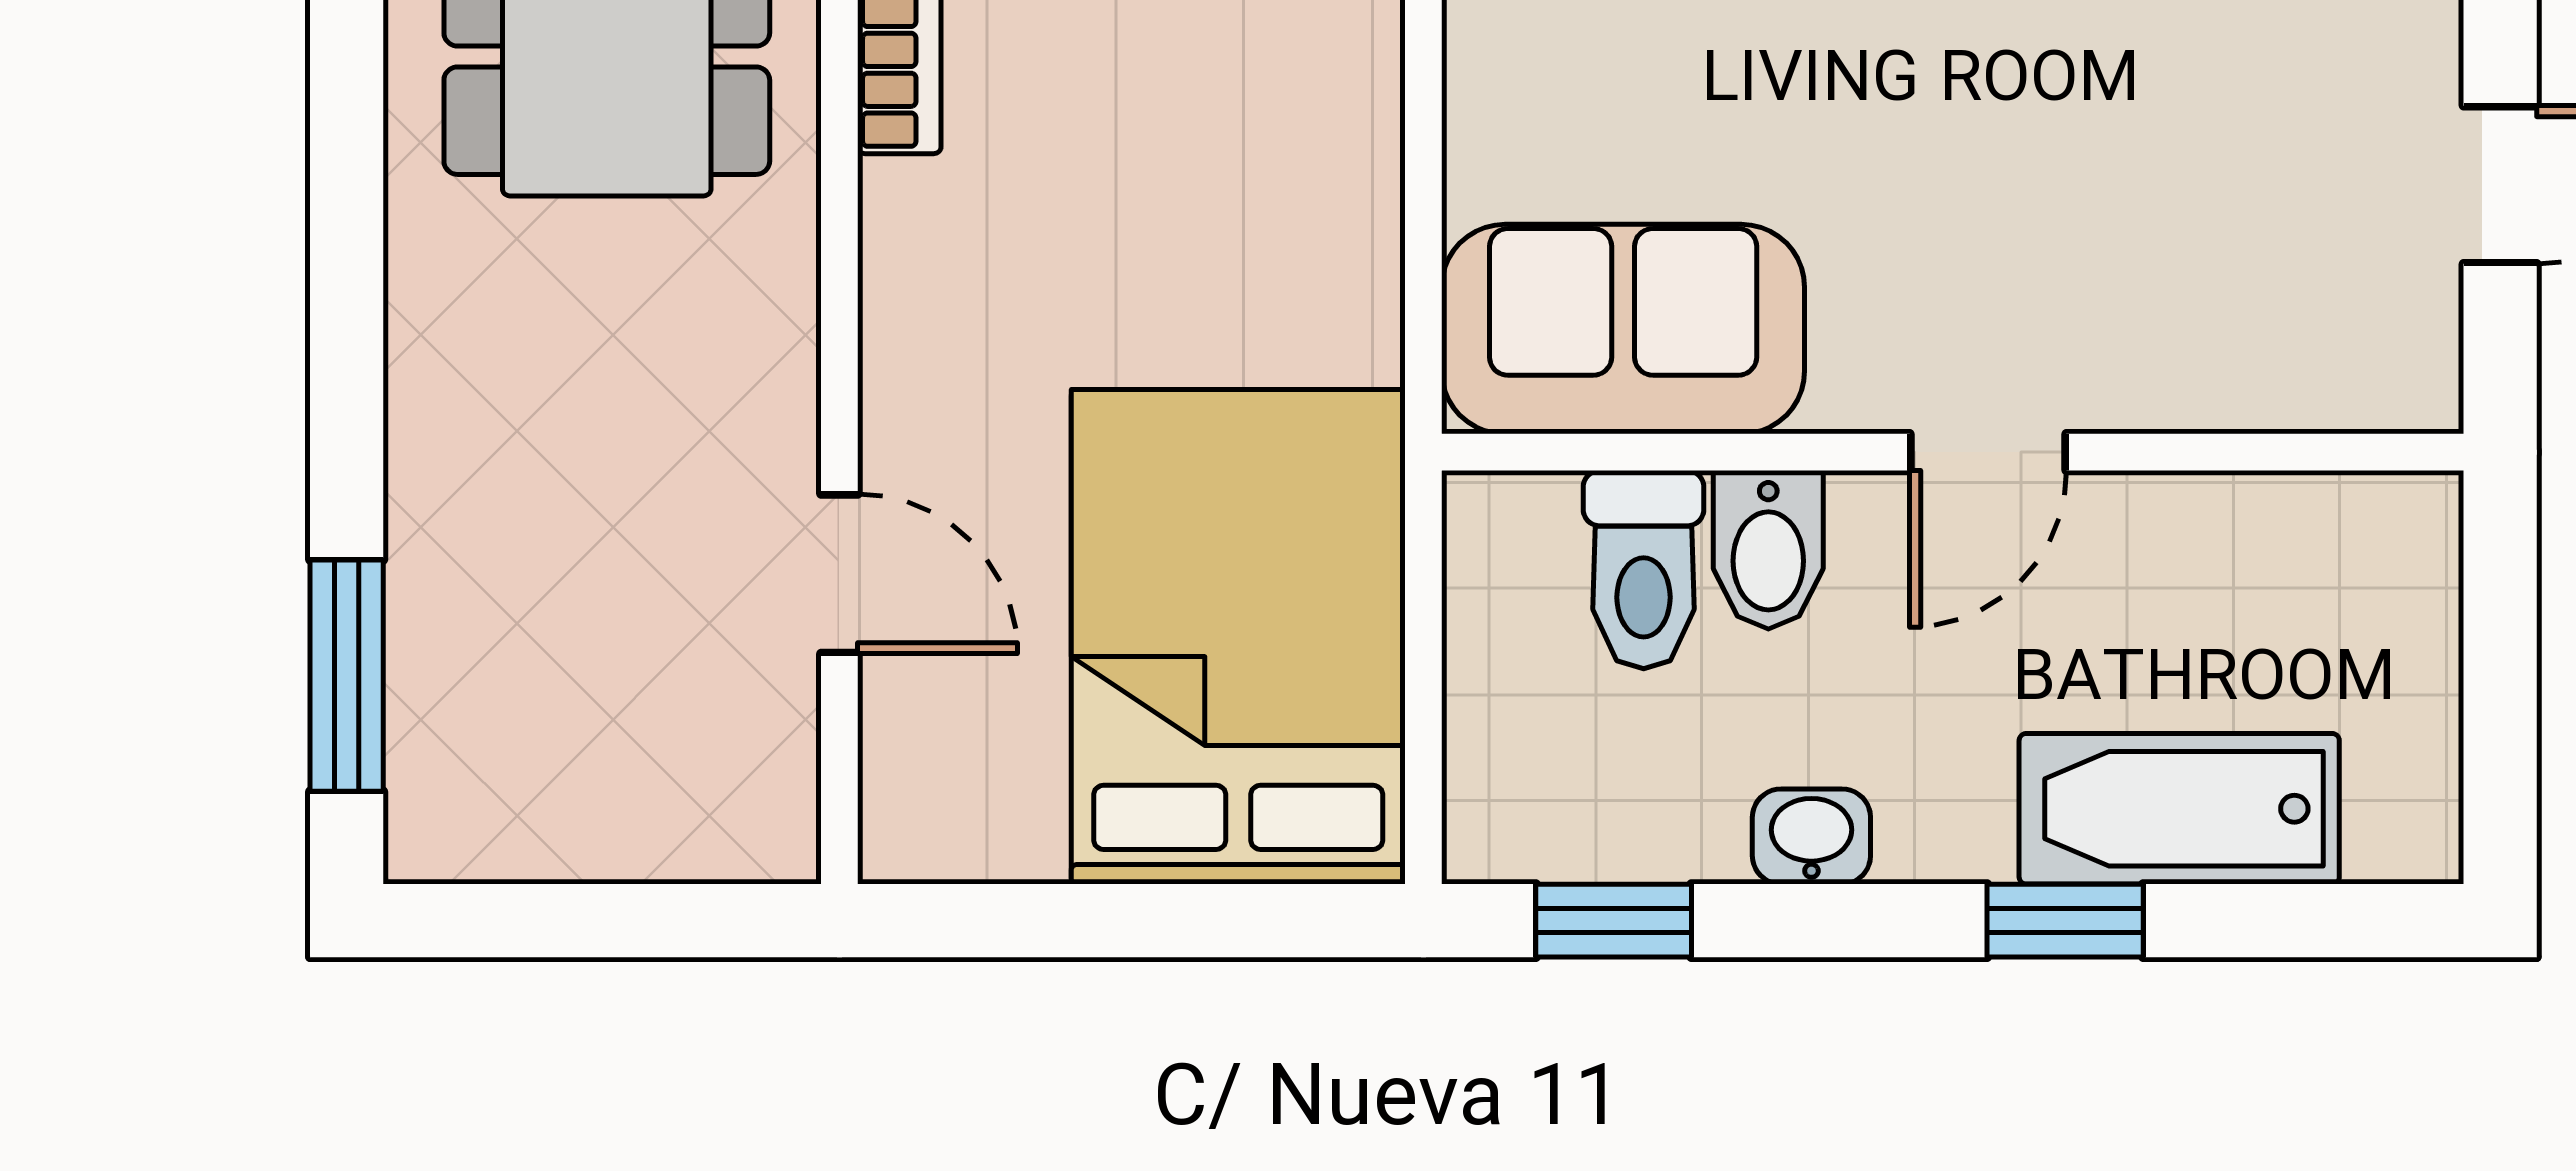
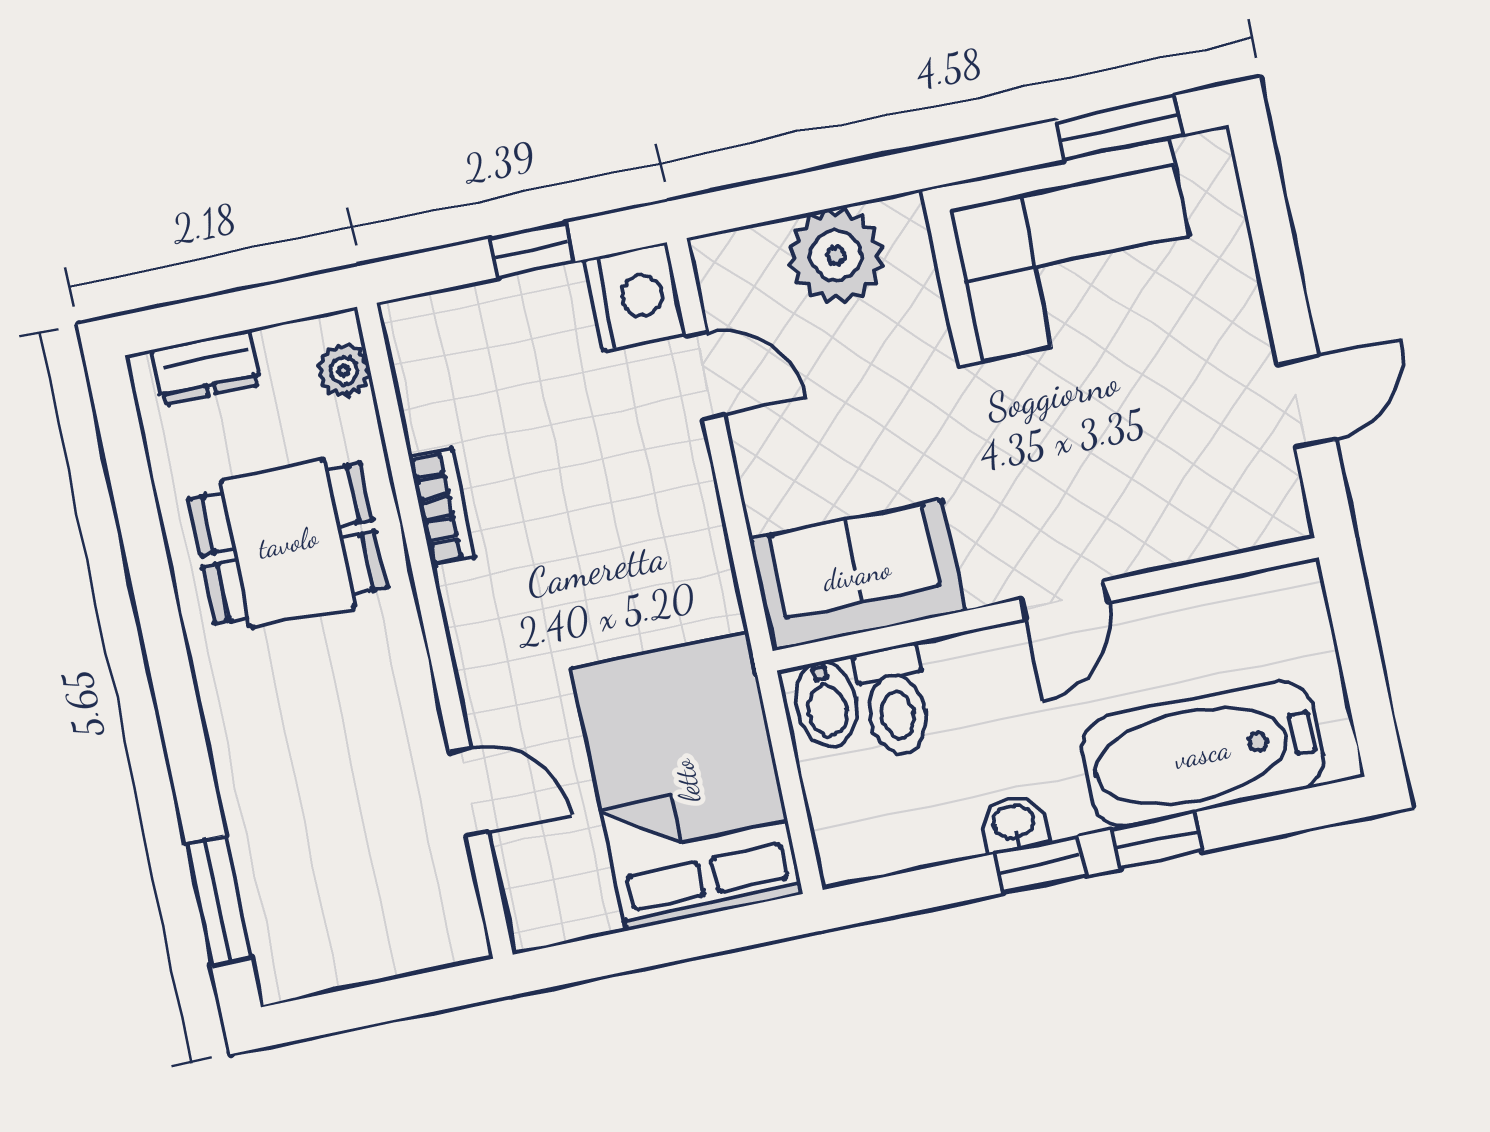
bidet: (1768, 550) -> (826, 704), moved
bathtub: (2179, 809) -> (1202, 754), width x1.36, depth x1.36
window: (1614, 921) -> (1041, 865), moved

